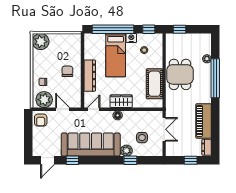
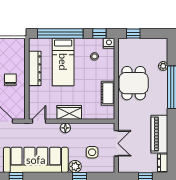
nightstand: (131, 38) -> (109, 43), moved
dresser: (90, 76) -> (35, 68), moved
cot: (154, 84) -> (108, 93), width x0.73, depth x0.75

